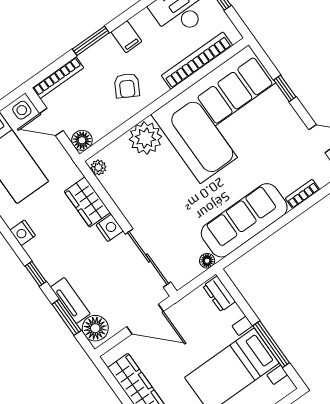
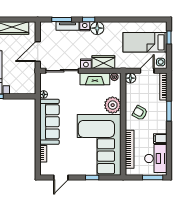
filing cabinet: (126, 37) -> (160, 139), moved
fireplace: (124, 196) -> (95, 79), added
nightstand: (23, 233) -> (85, 26), moved
dresser: (219, 294) -> (26, 90), removed
floor lamp: (95, 328) -> (97, 28), moved

